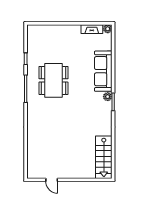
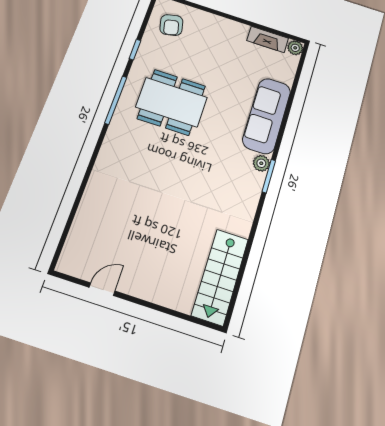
armchair: (40, 39) -> (171, 25), added
dining table: (53, 80) -> (171, 102), turned 90
door: (52, 180) -> (102, 289), swing flipped

